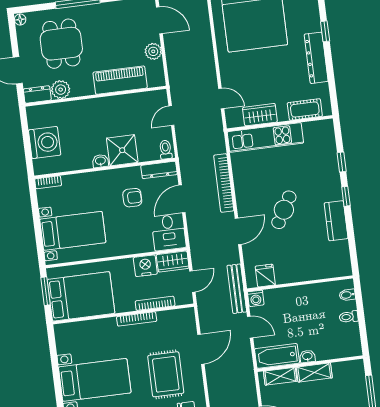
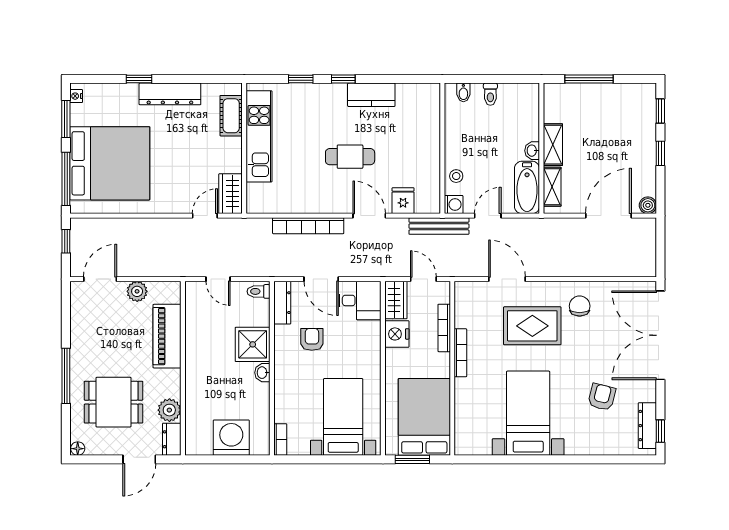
wardrobe: (260, 115) -> (231, 194), moved
kitchen unit: (265, 137) -> (259, 136), moved
cafe table: (284, 210) -> (350, 157), turned -30
fridge: (265, 276) -> (403, 201), moved, turned 90
stool: (279, 298) -> (456, 176), added

